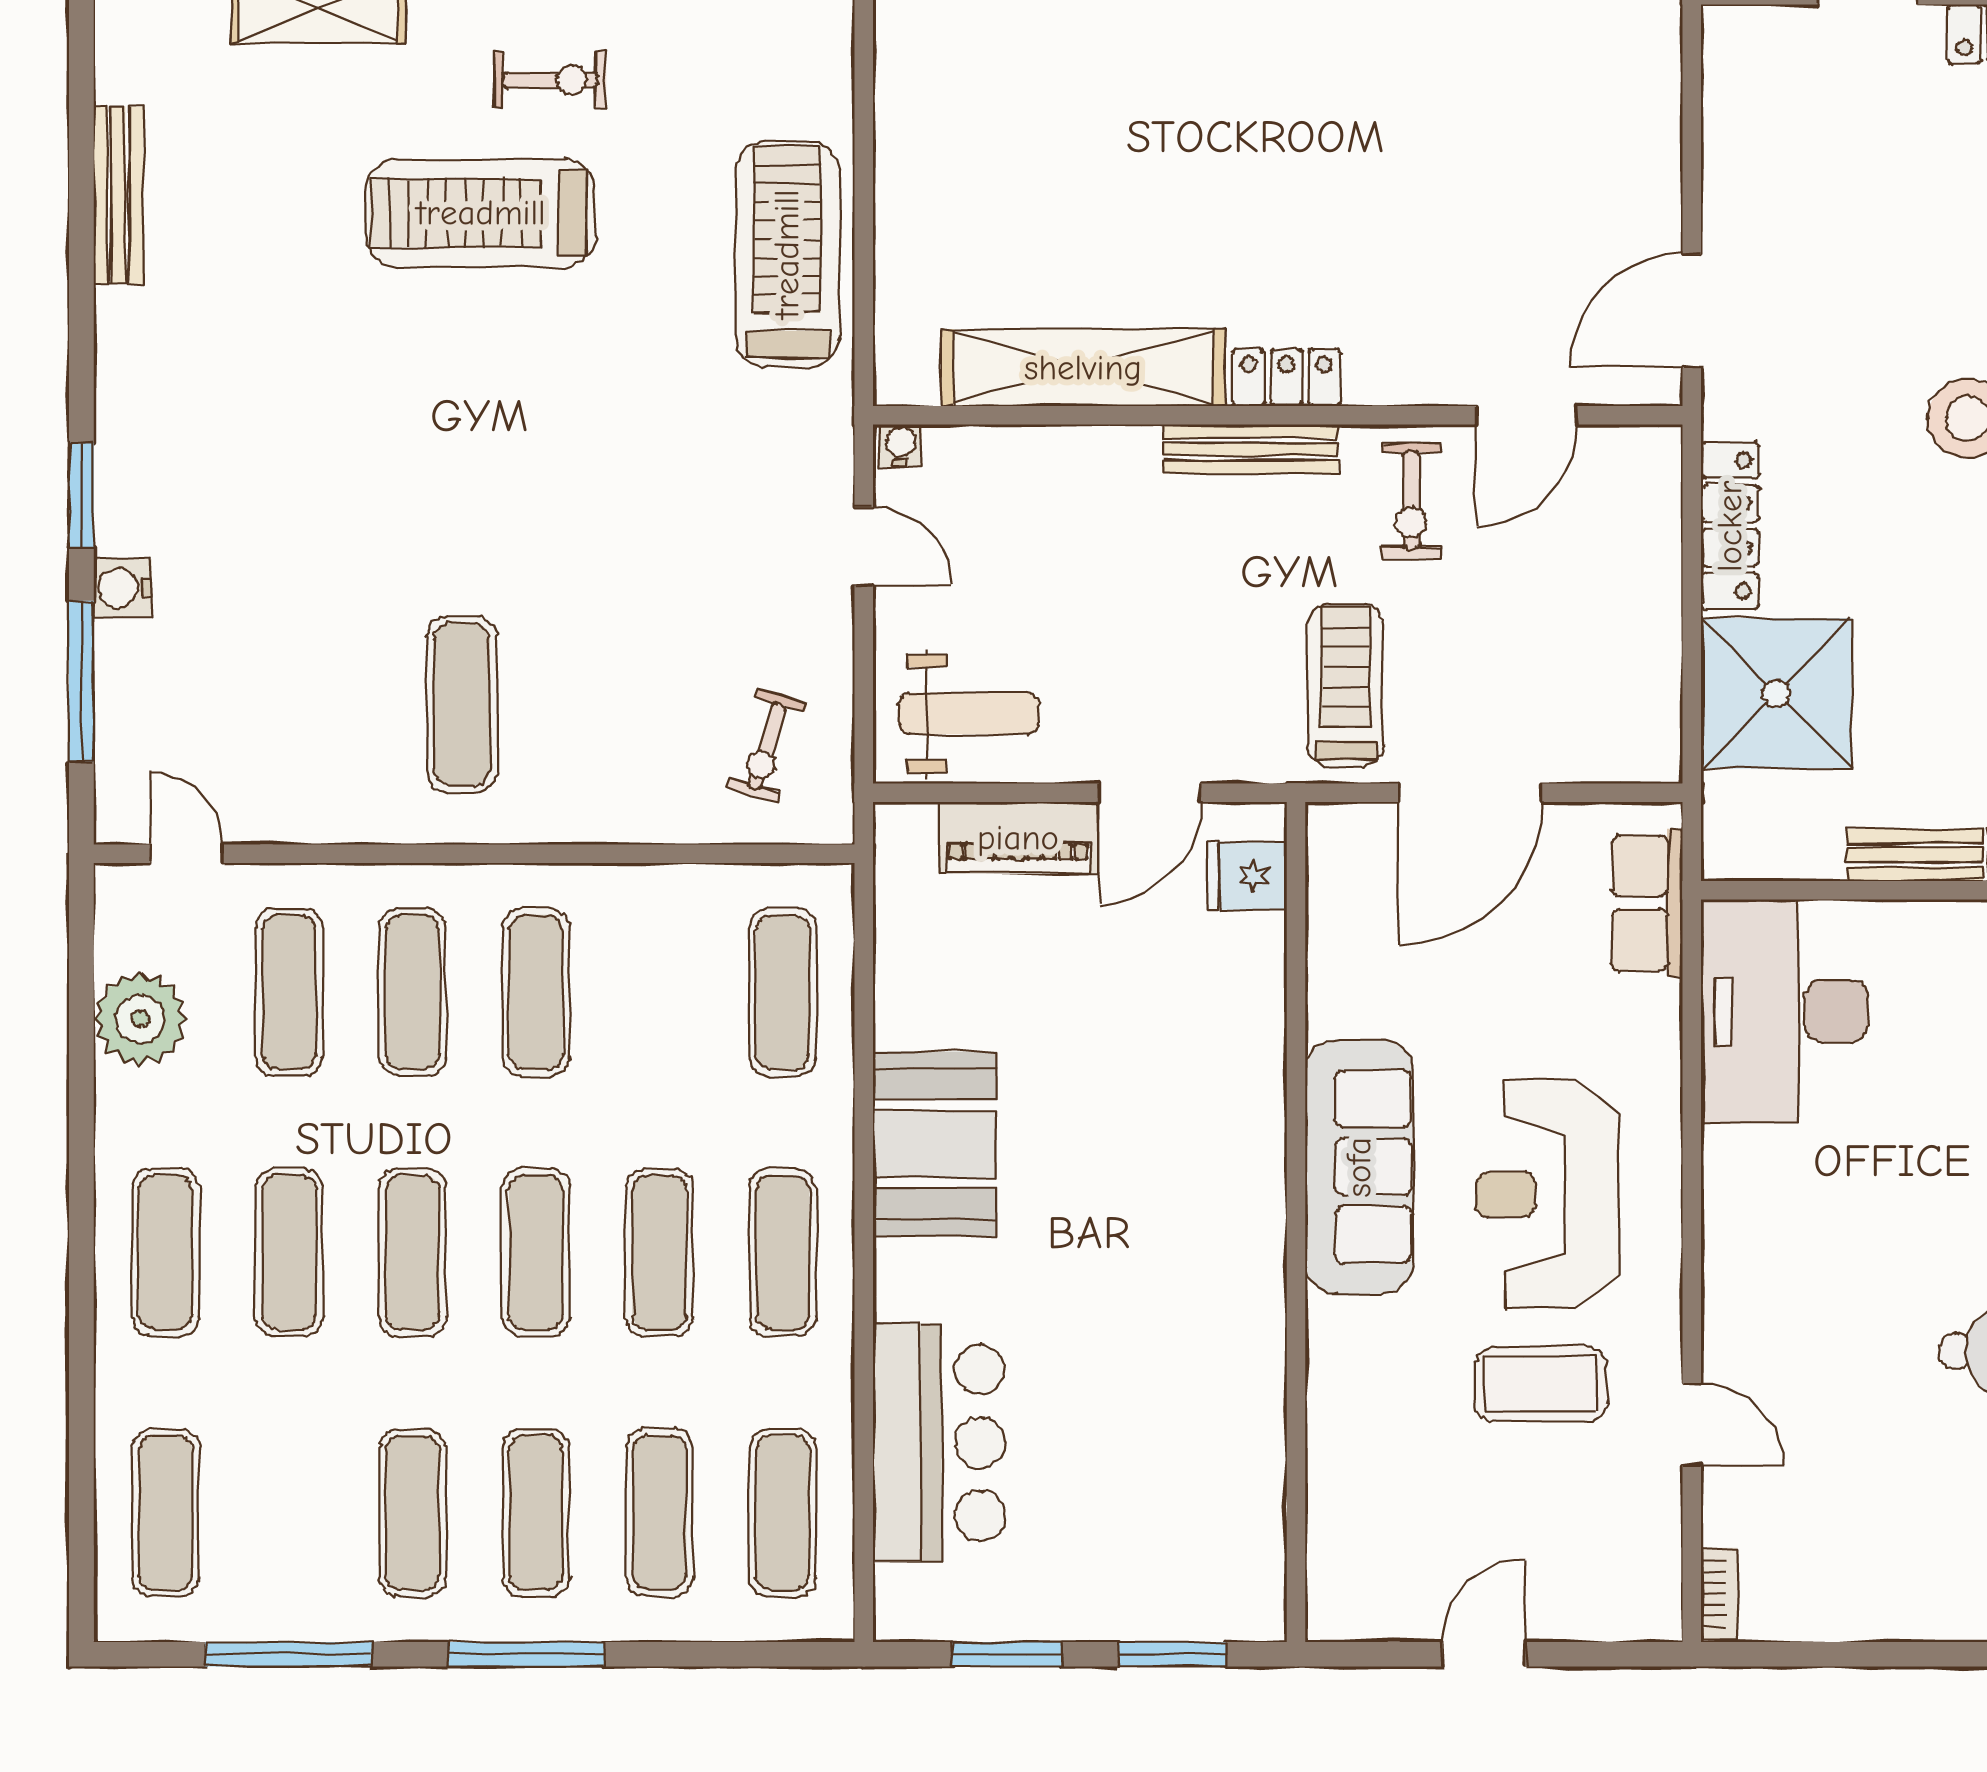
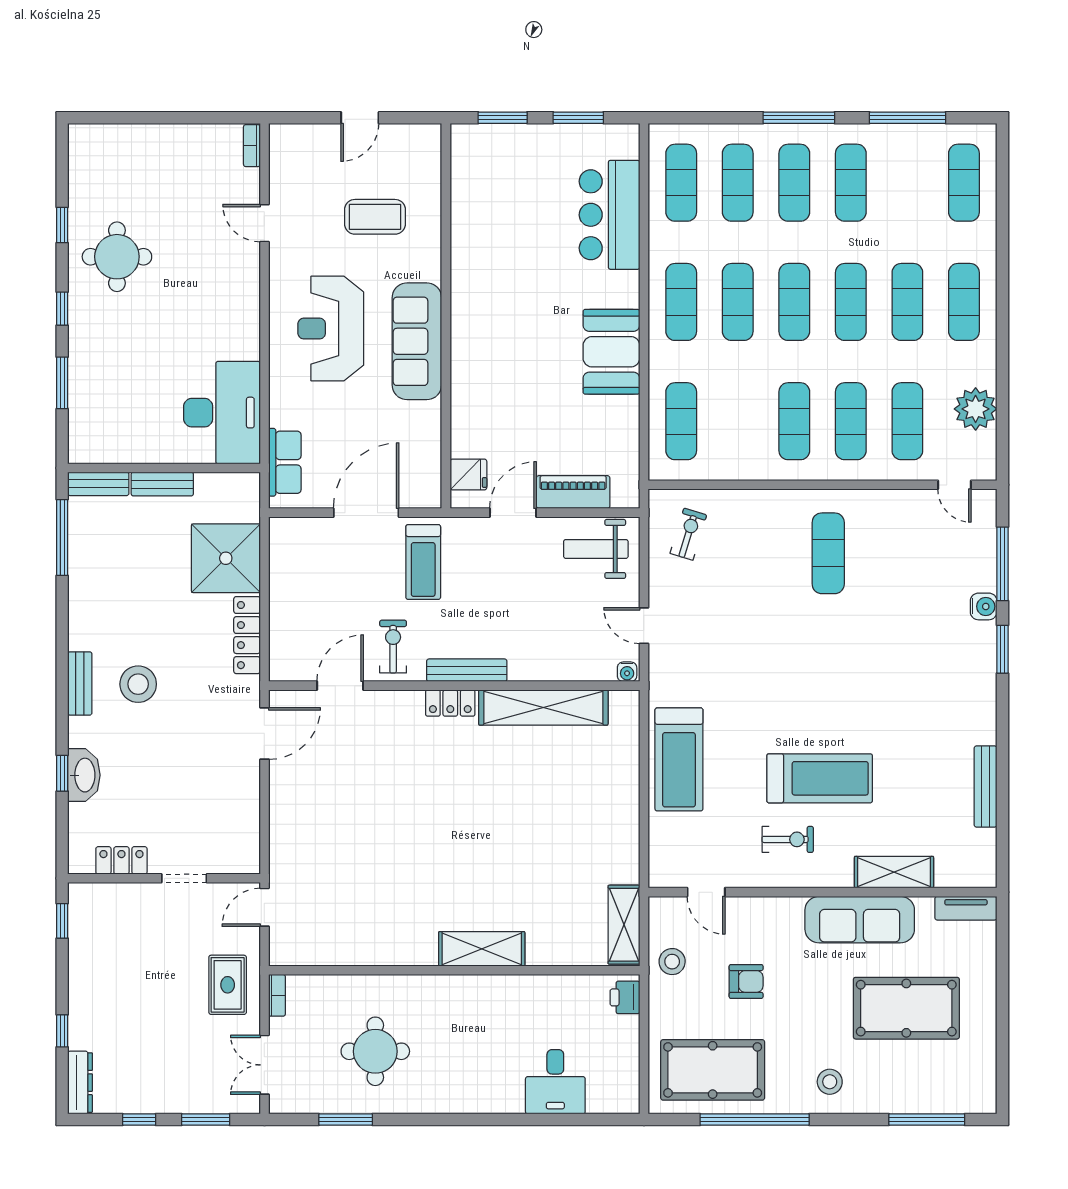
exercise bike: (550, 80) -> (788, 839), turned 180
reception desk: (1547, 1195) -> (331, 329), turned 180
coffee table: (1541, 1384) -> (375, 217), moved

